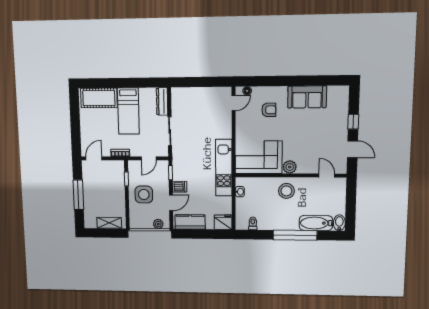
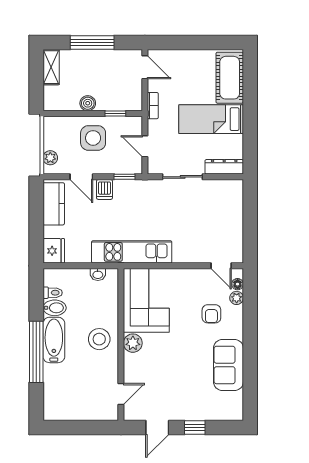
plant: (257, 91) -> (237, 298), added
boiler: (120, 198) -> (88, 103), added
shelving: (109, 223) -> (51, 67), moved
bathtub: (316, 223) -> (54, 340), moved
bidet: (339, 223) -> (55, 308), moved

